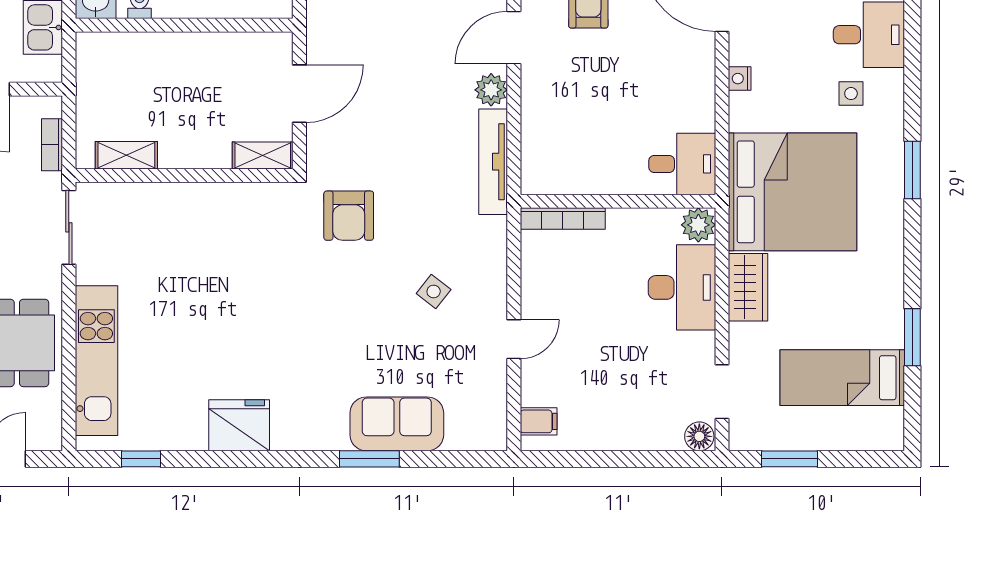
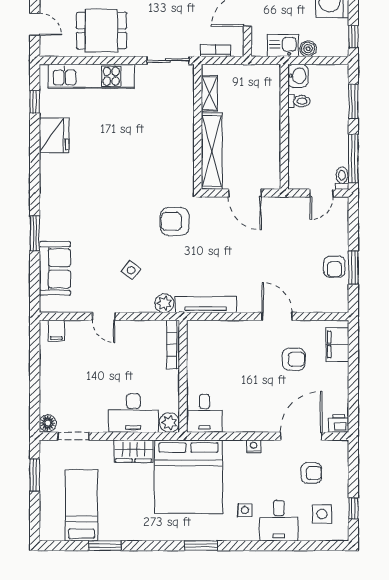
plant: (491, 90) -> (164, 303), moved
shelving: (263, 156) -> (212, 151), width x2.20, depth x1.33
sofa: (397, 424) -> (55, 268), moved
fridge: (239, 425) -> (54, 135), moved

